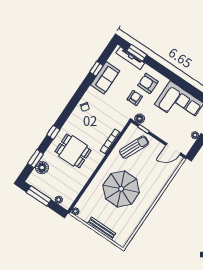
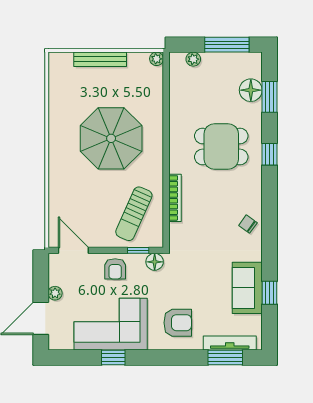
window: (188, 88) -> (113, 357), added
armchair: (135, 98) -> (115, 269), moved
door: (173, 149) -> (73, 250), hinge flipped

